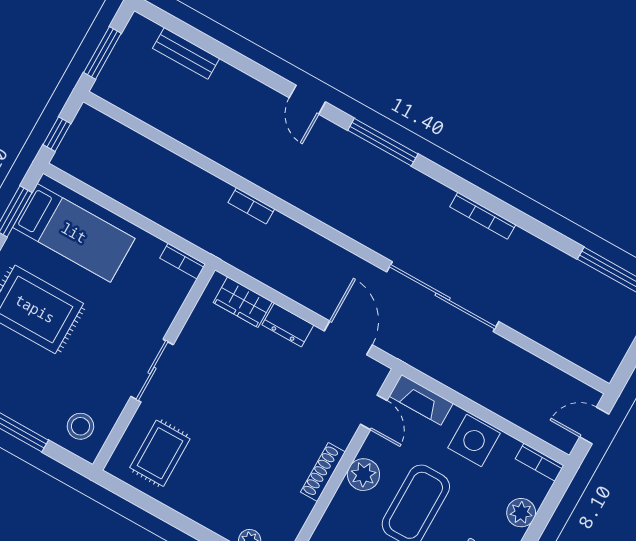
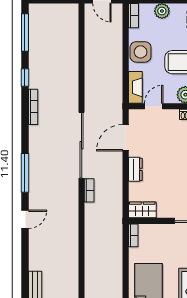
bookcase: (251, 206) -> (89, 190), moved
window: (538, 229) -> (25, 78), added
sliding door: (443, 297) -> (82, 145), moved
wardrobe: (243, 302) -> (142, 210), moved, turned -90

